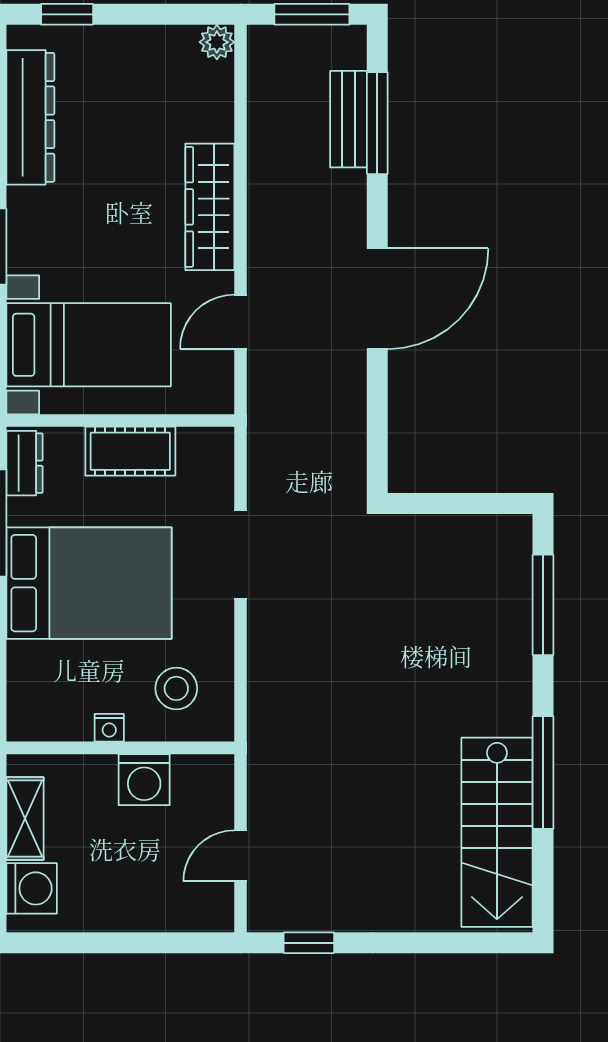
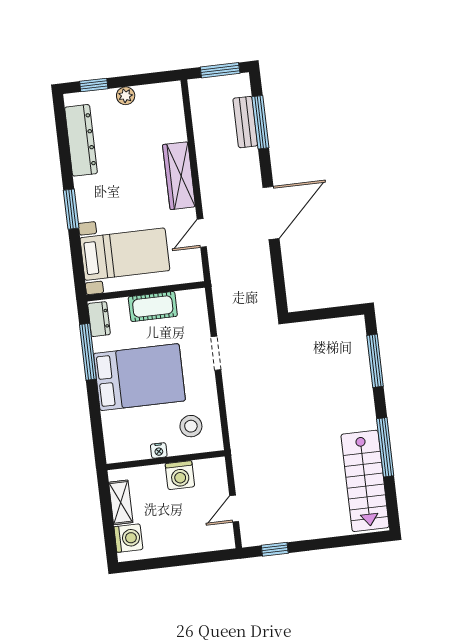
plant: (217, 42) -> (126, 96), moved
doorway: (240, 555) -> (216, 353), width x0.73

